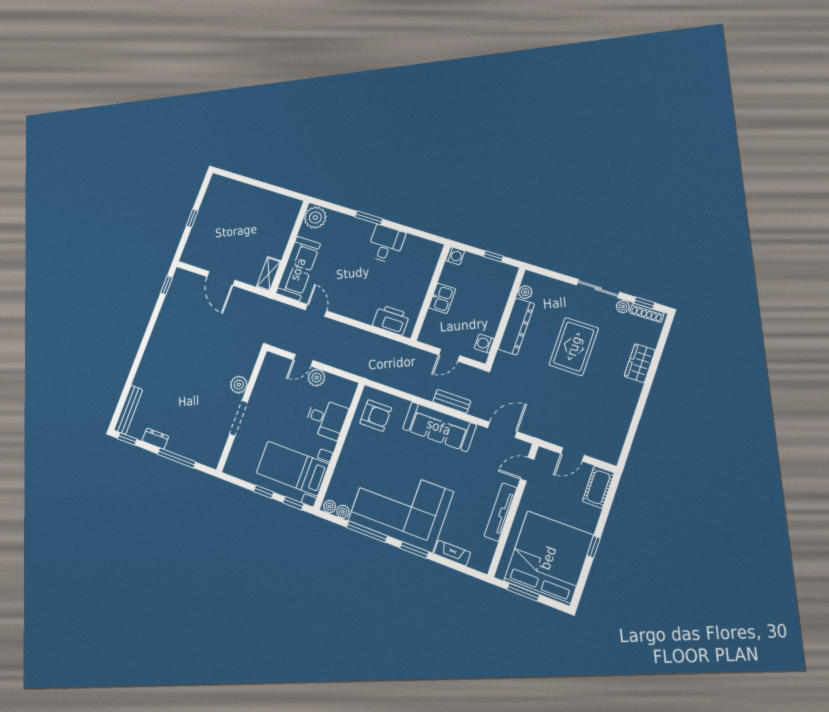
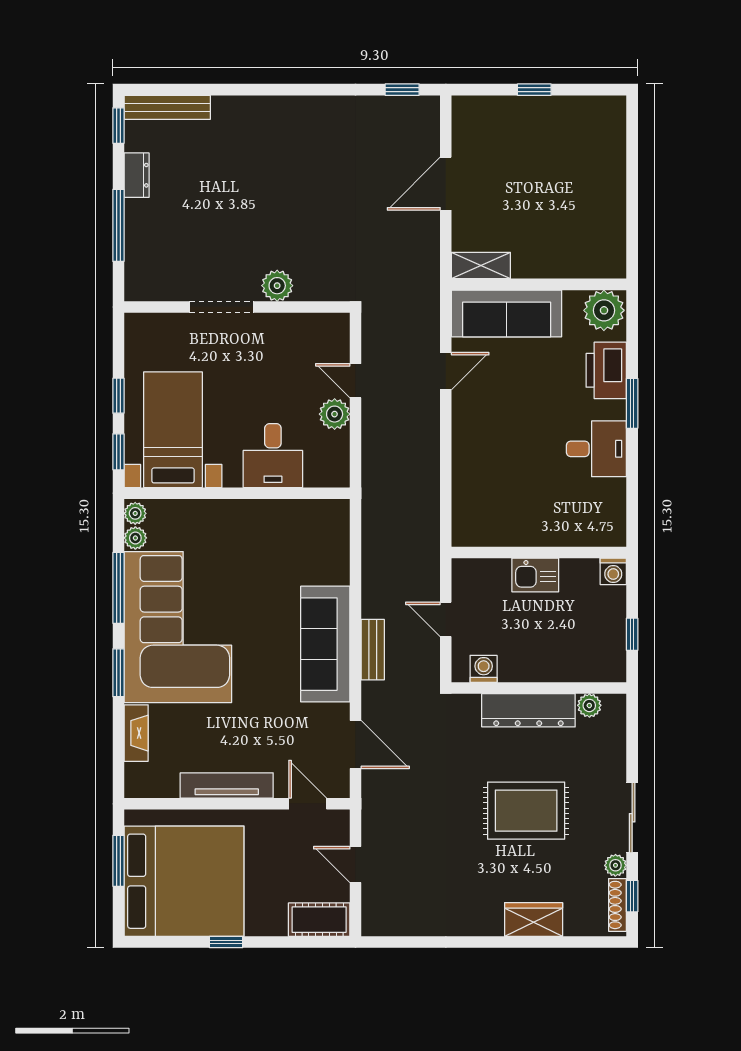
printer: (391, 320) -> (606, 370), moved, turned 180
armchair: (376, 416) -> (307, 535), removed

